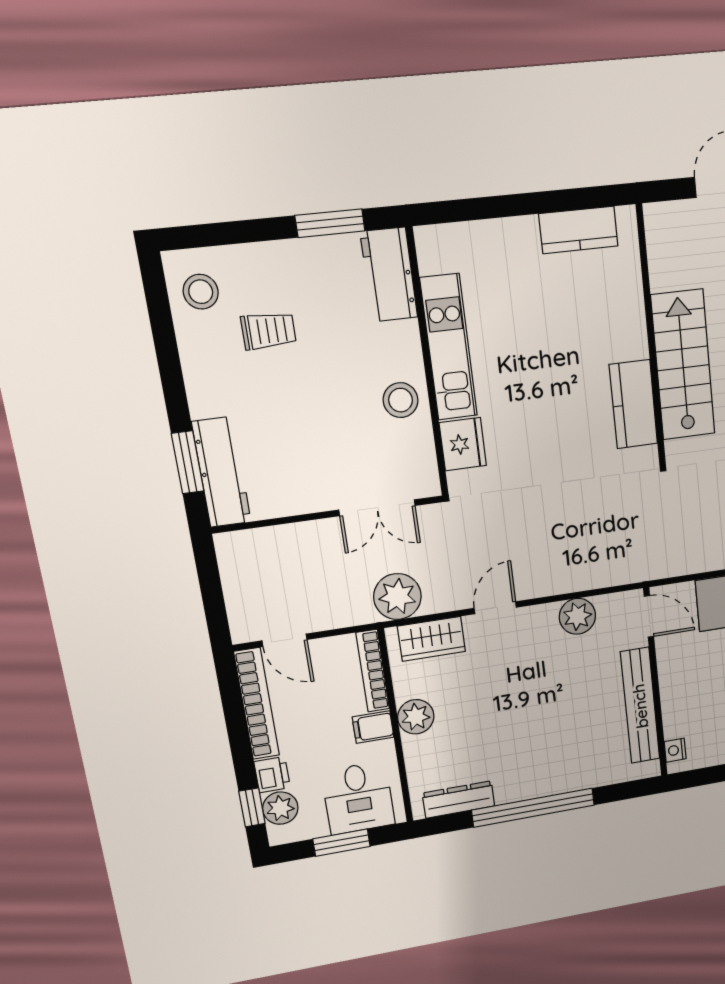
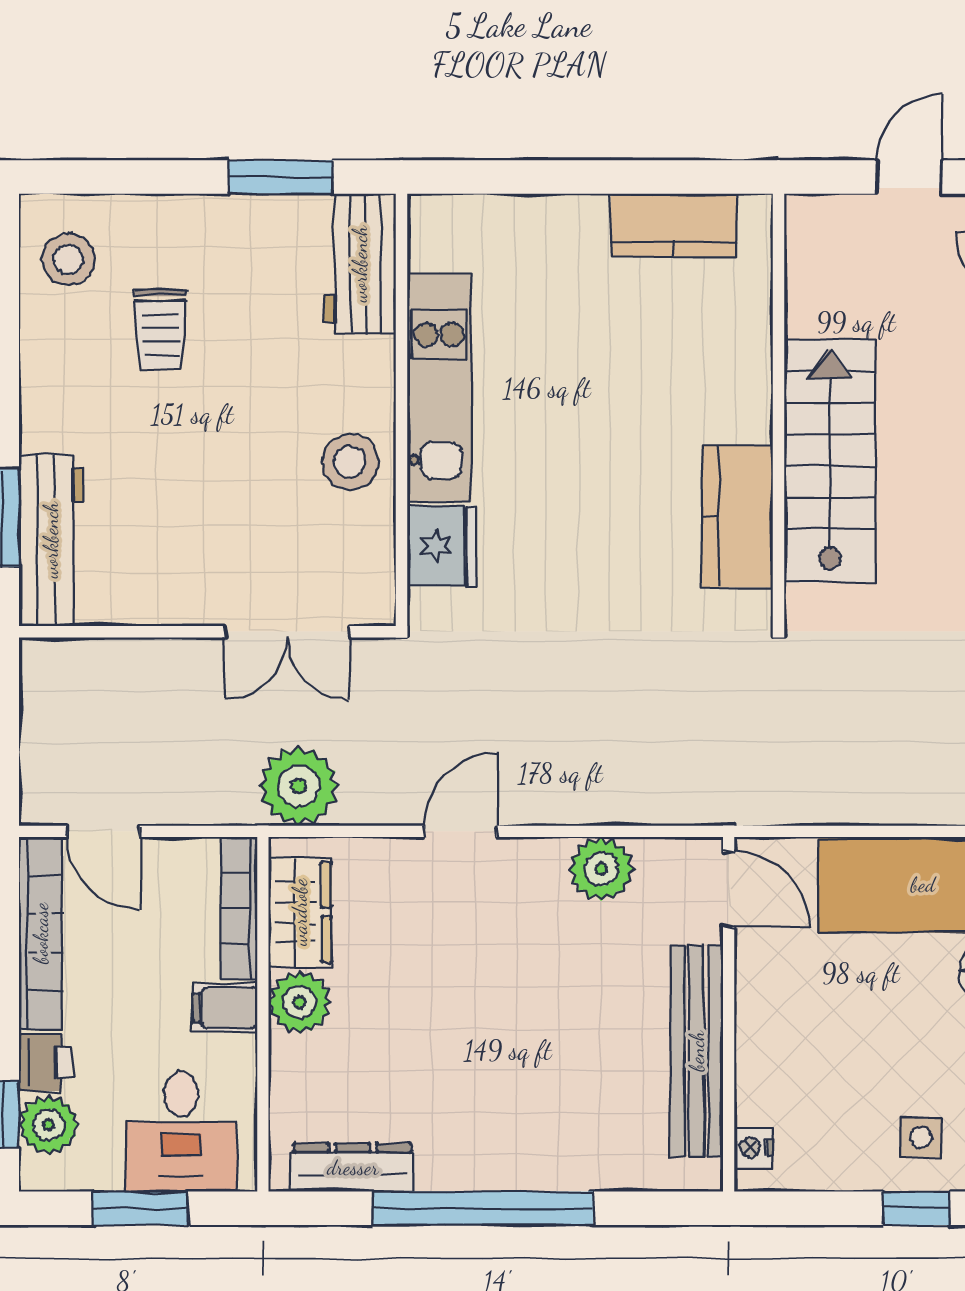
trolley: (268, 331) -> (160, 329), turned 90
wardrobe: (431, 639) -> (300, 912), moved, turned -90

